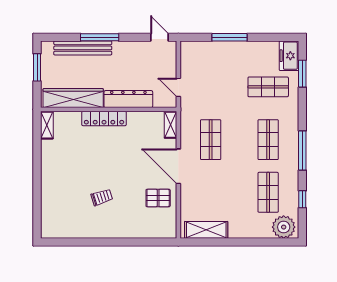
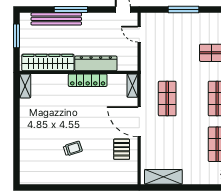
door: (178, 87) -> (139, 34), moved
locker: (104, 118) -> (88, 80), moved
pallet: (158, 198) -> (122, 149), turned 90

